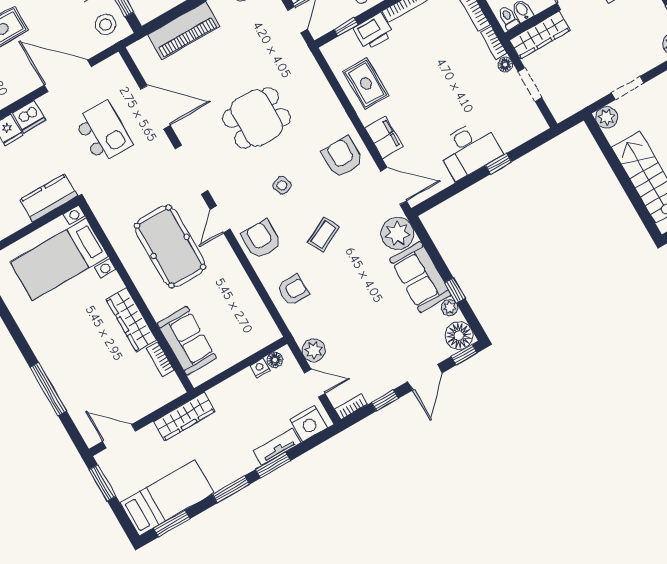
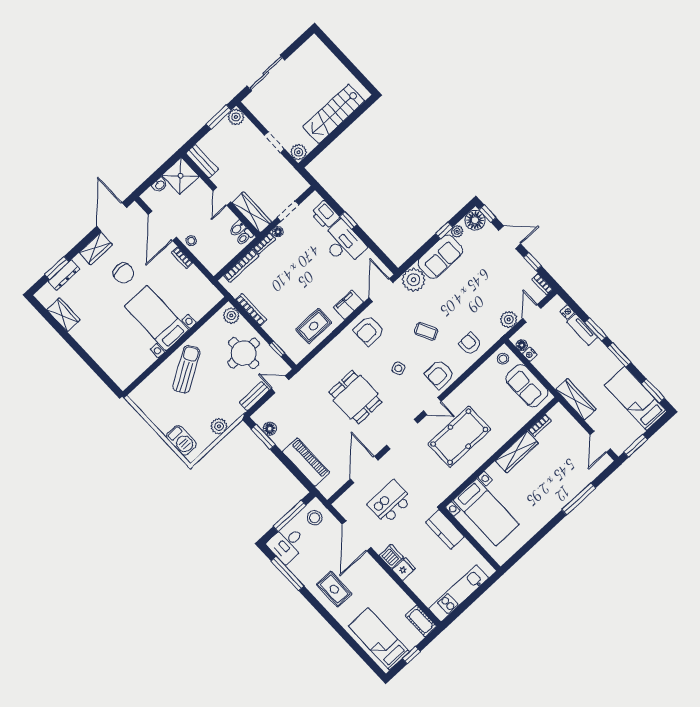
printer: (374, 31) -> (325, 215), moved, turned 180
stool: (262, 330) -> (503, 359), added
sofa: (187, 341) -> (527, 386), moved, turned -90
nightstand: (309, 424) -> (567, 312), width x0.53, depth x0.56

